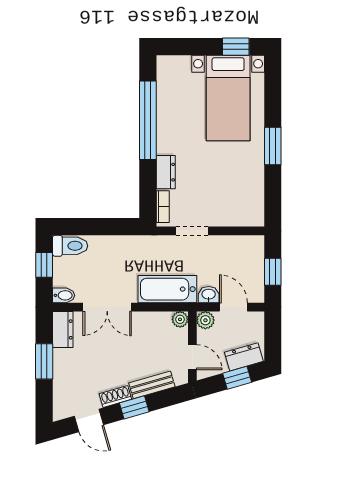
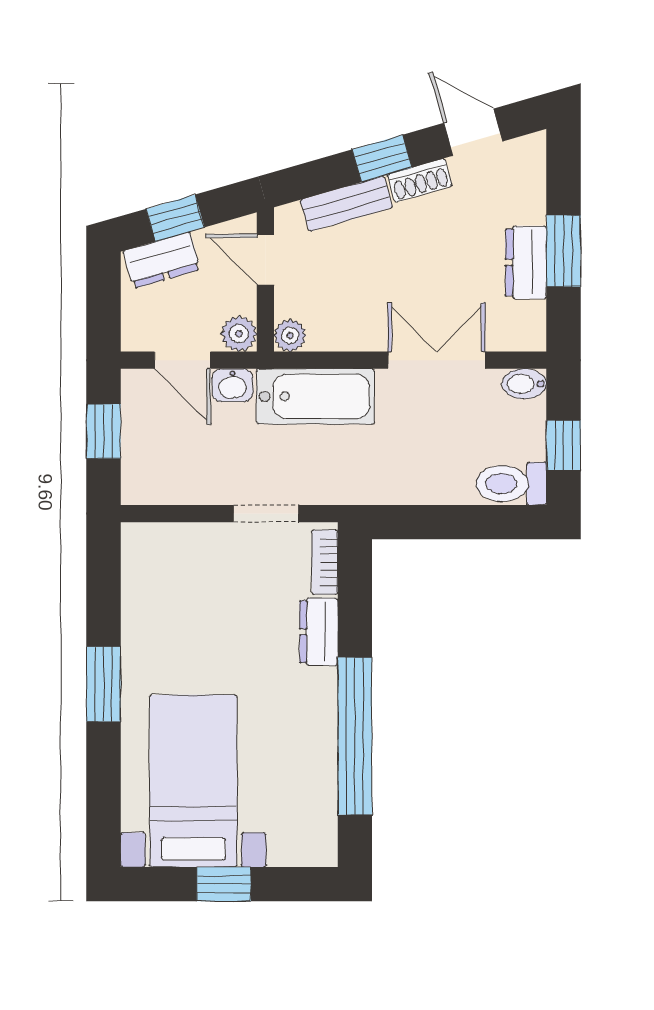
window: (236, 47) -> (224, 884), moved
dresser: (63, 329) -> (526, 262), moved

